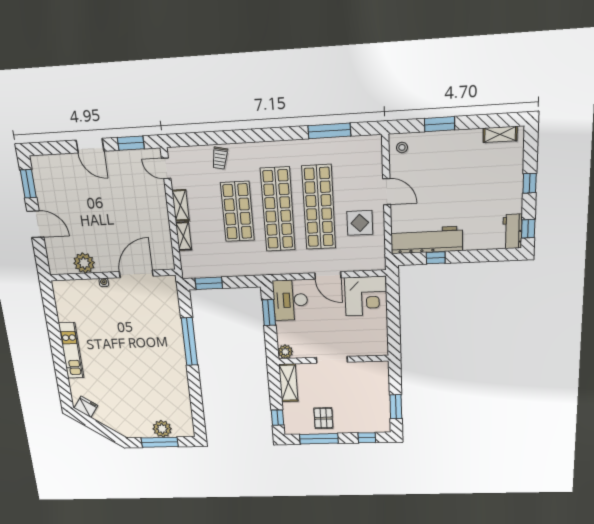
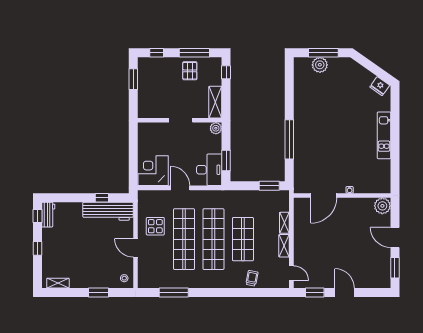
plant: (84, 263) -> (382, 206), moved

